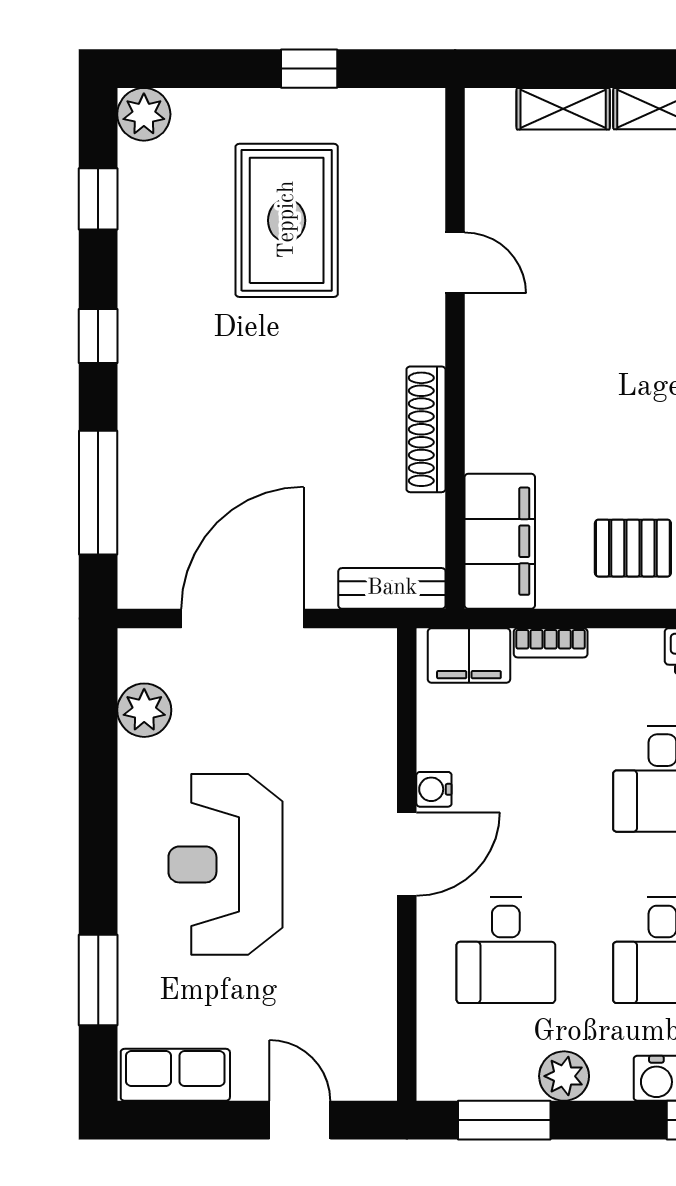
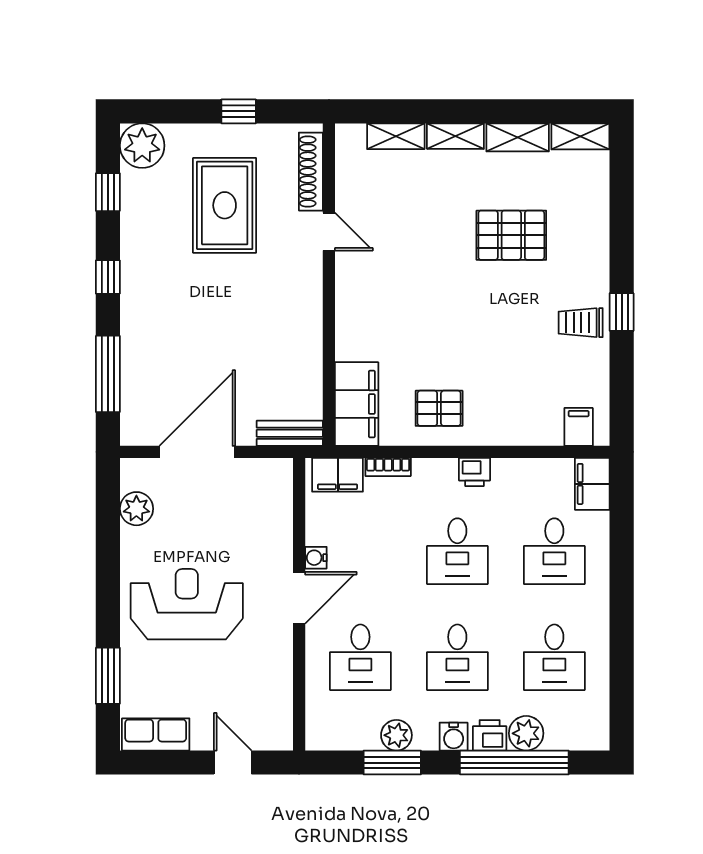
plant: (144, 114) -> (142, 146), width x1.36, depth x1.36
shoe rack: (426, 429) -> (311, 172), moved
reception desk: (225, 864) -> (187, 604), turned 90
window: (504, 1120) -> (392, 763), moved

